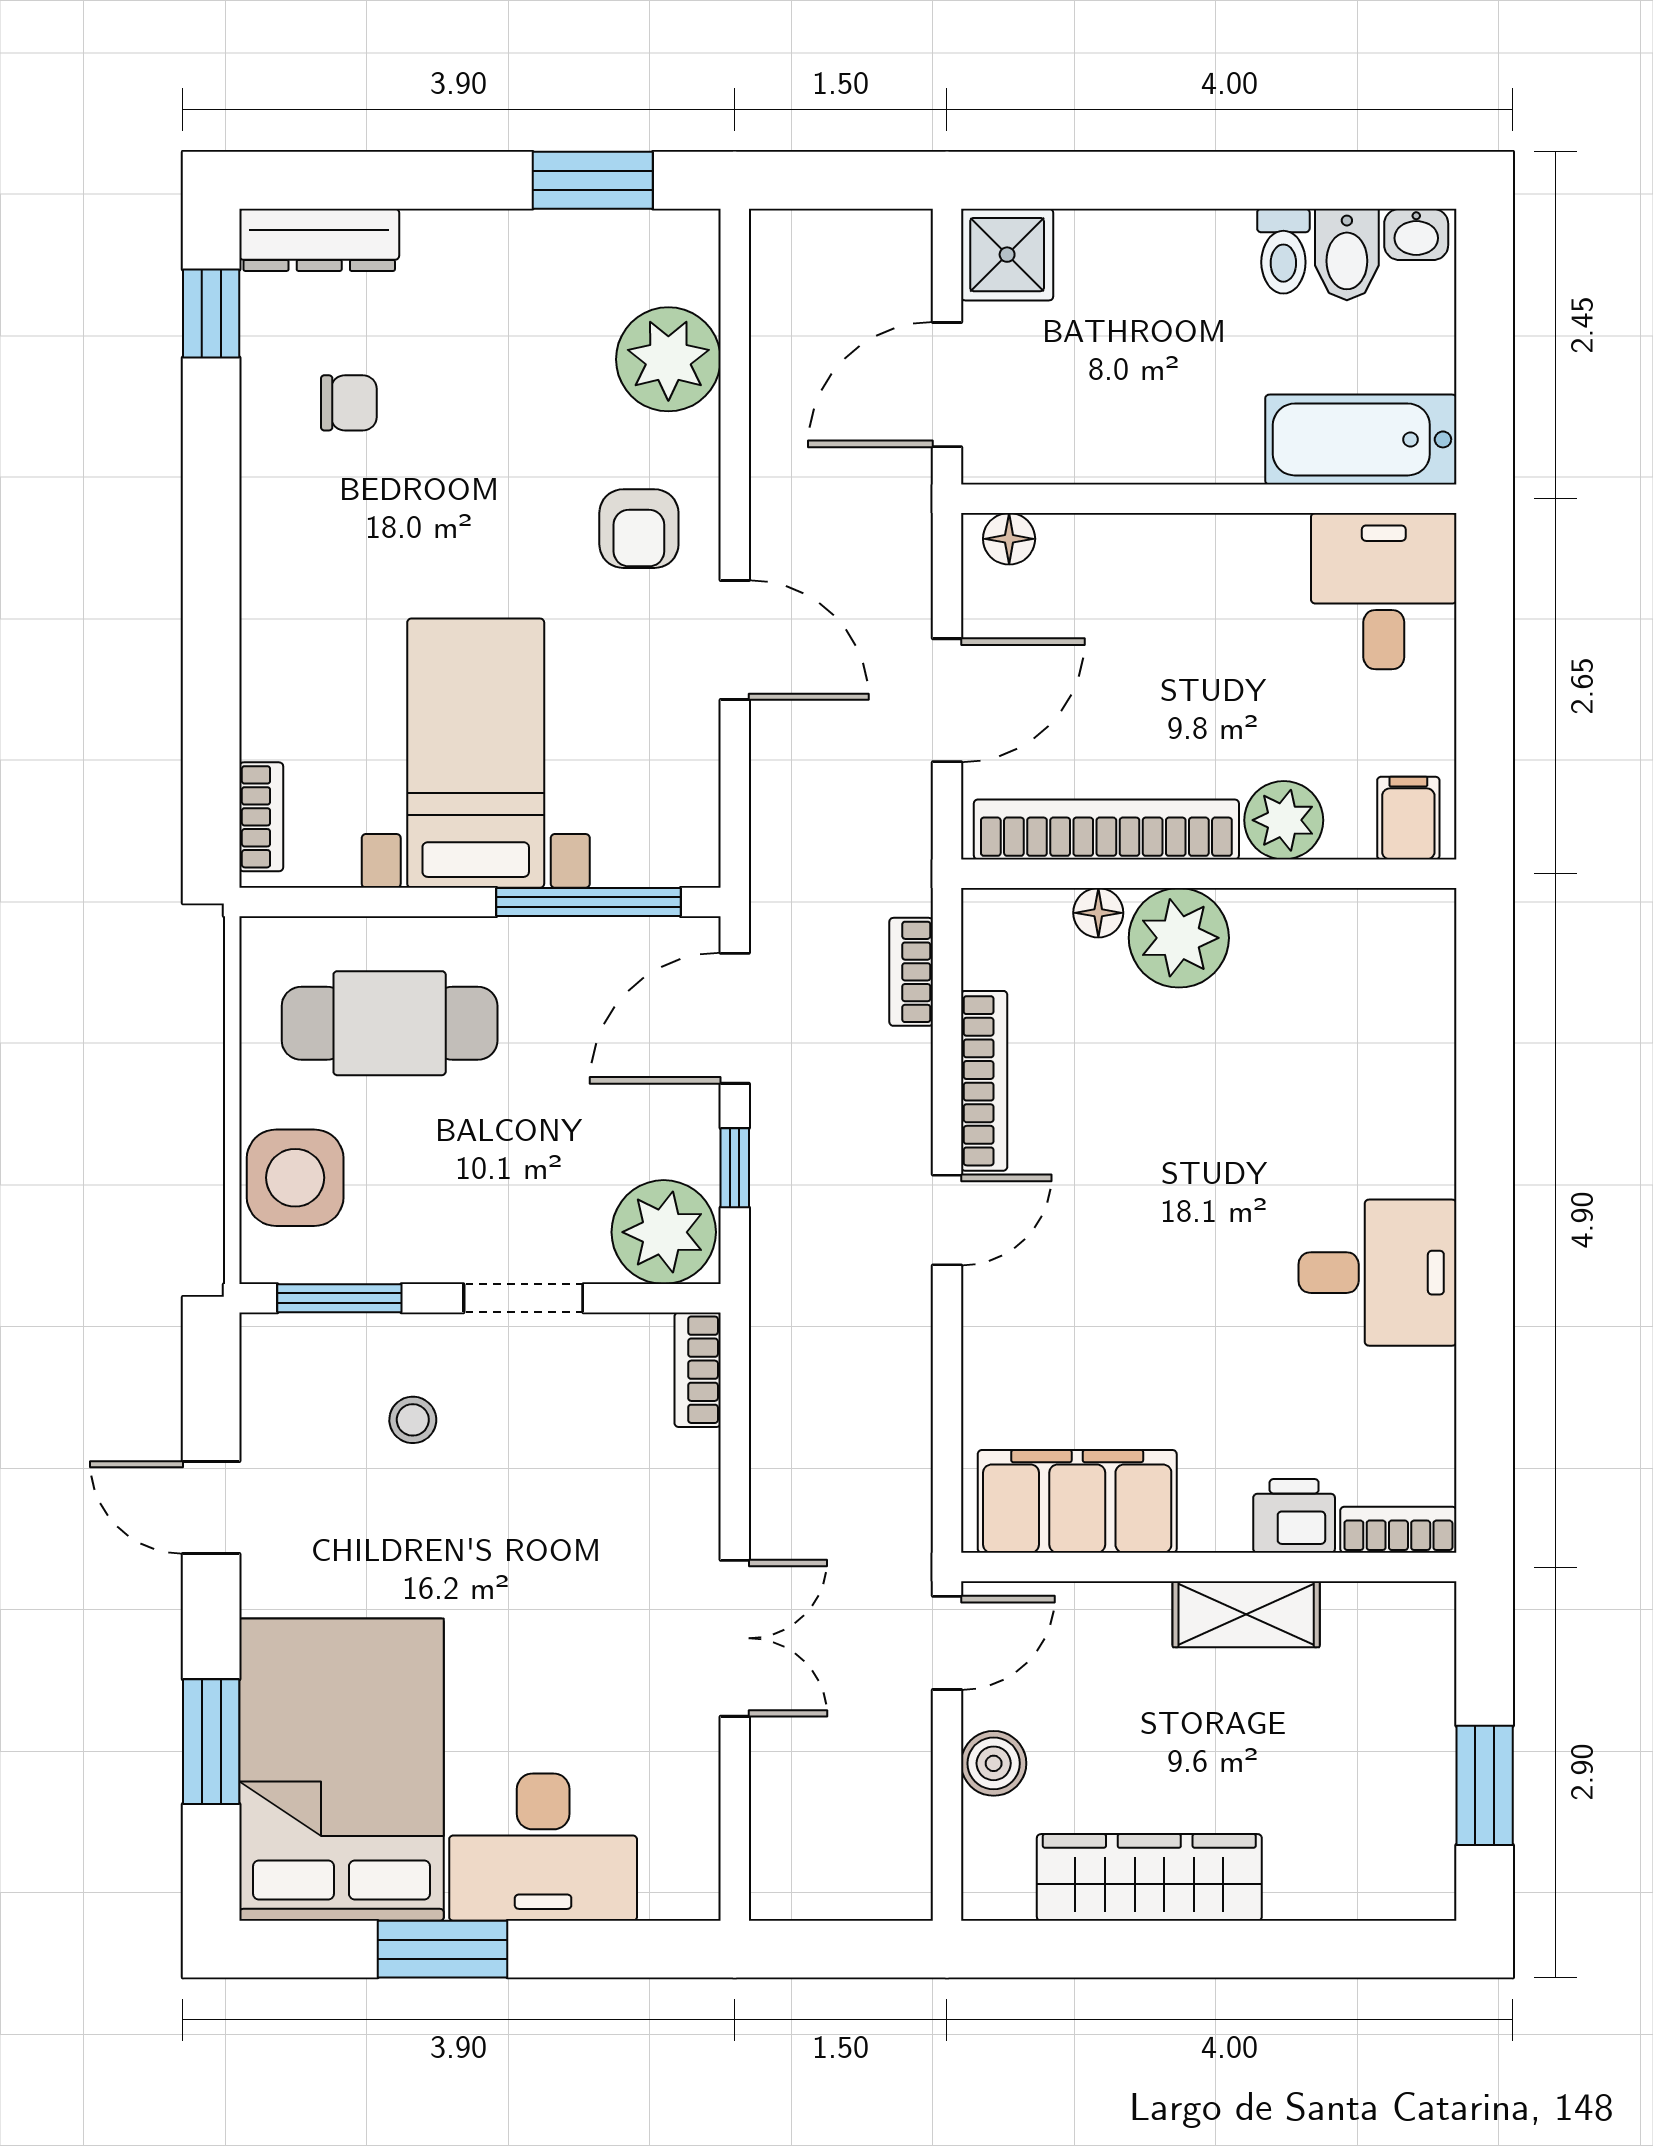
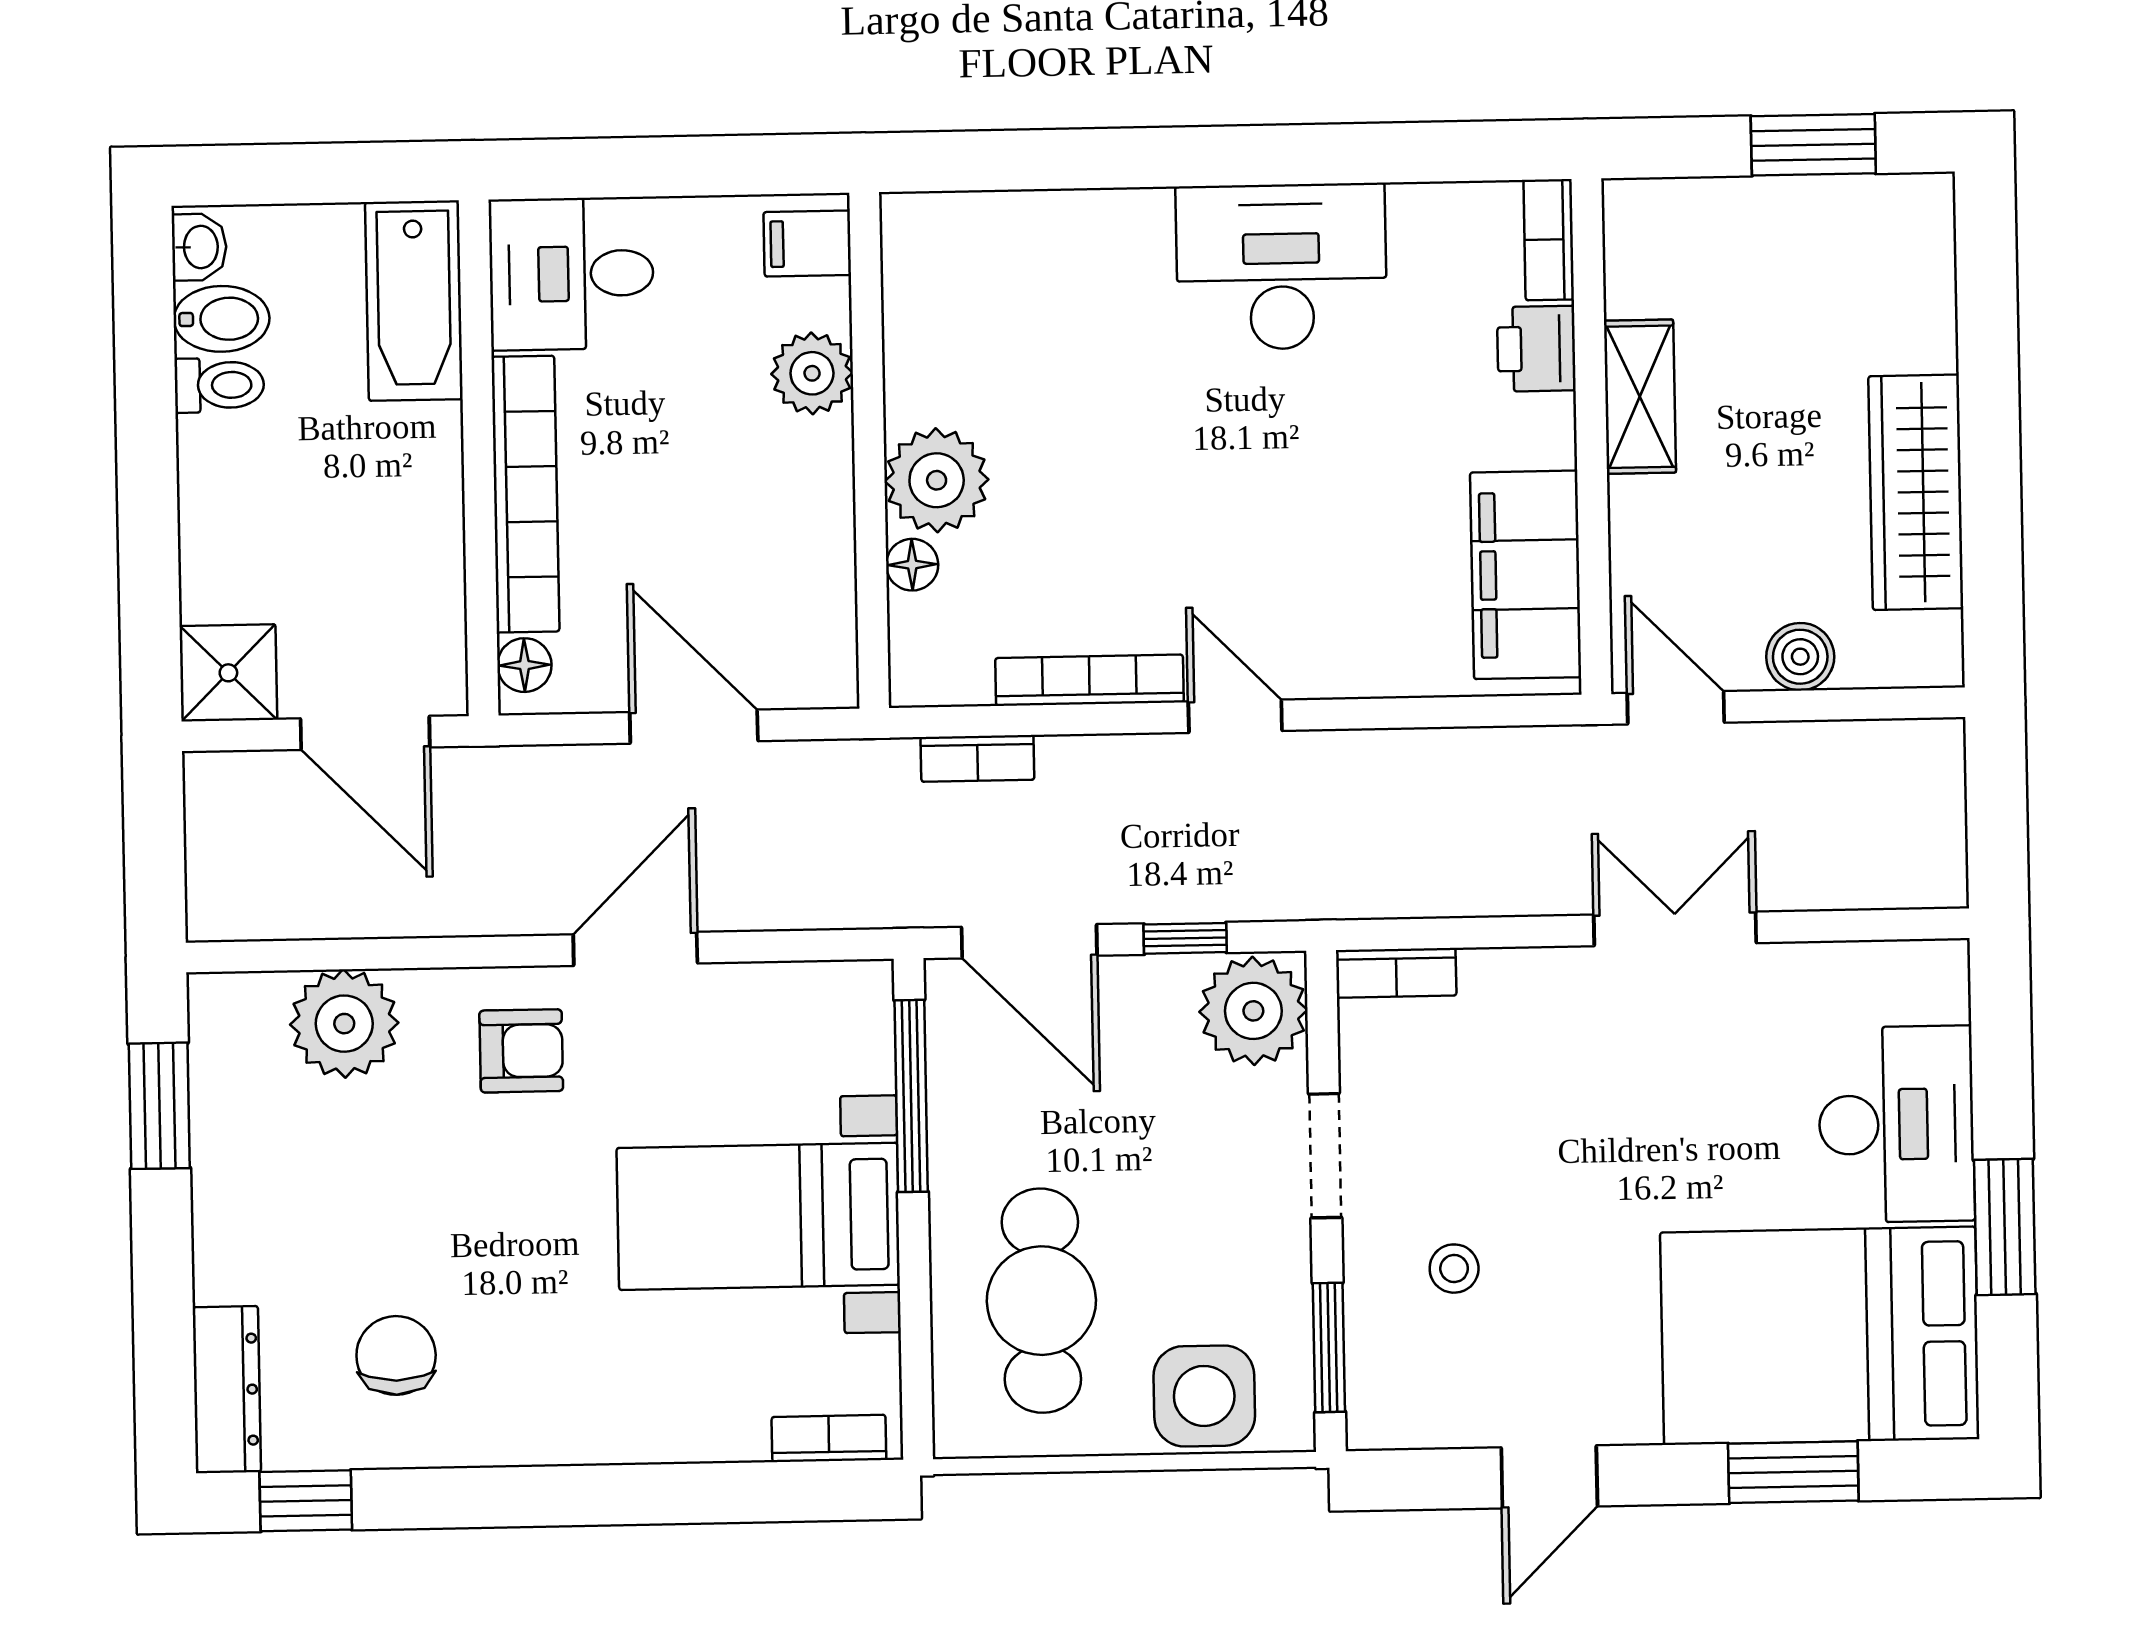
chair: (349, 403) -> (396, 1355), width x1.37, depth x1.37
bookcase: (1106, 829) -> (525, 494), moved, turned 180
desk: (1377, 1273) -> (1281, 267), width x1.37

